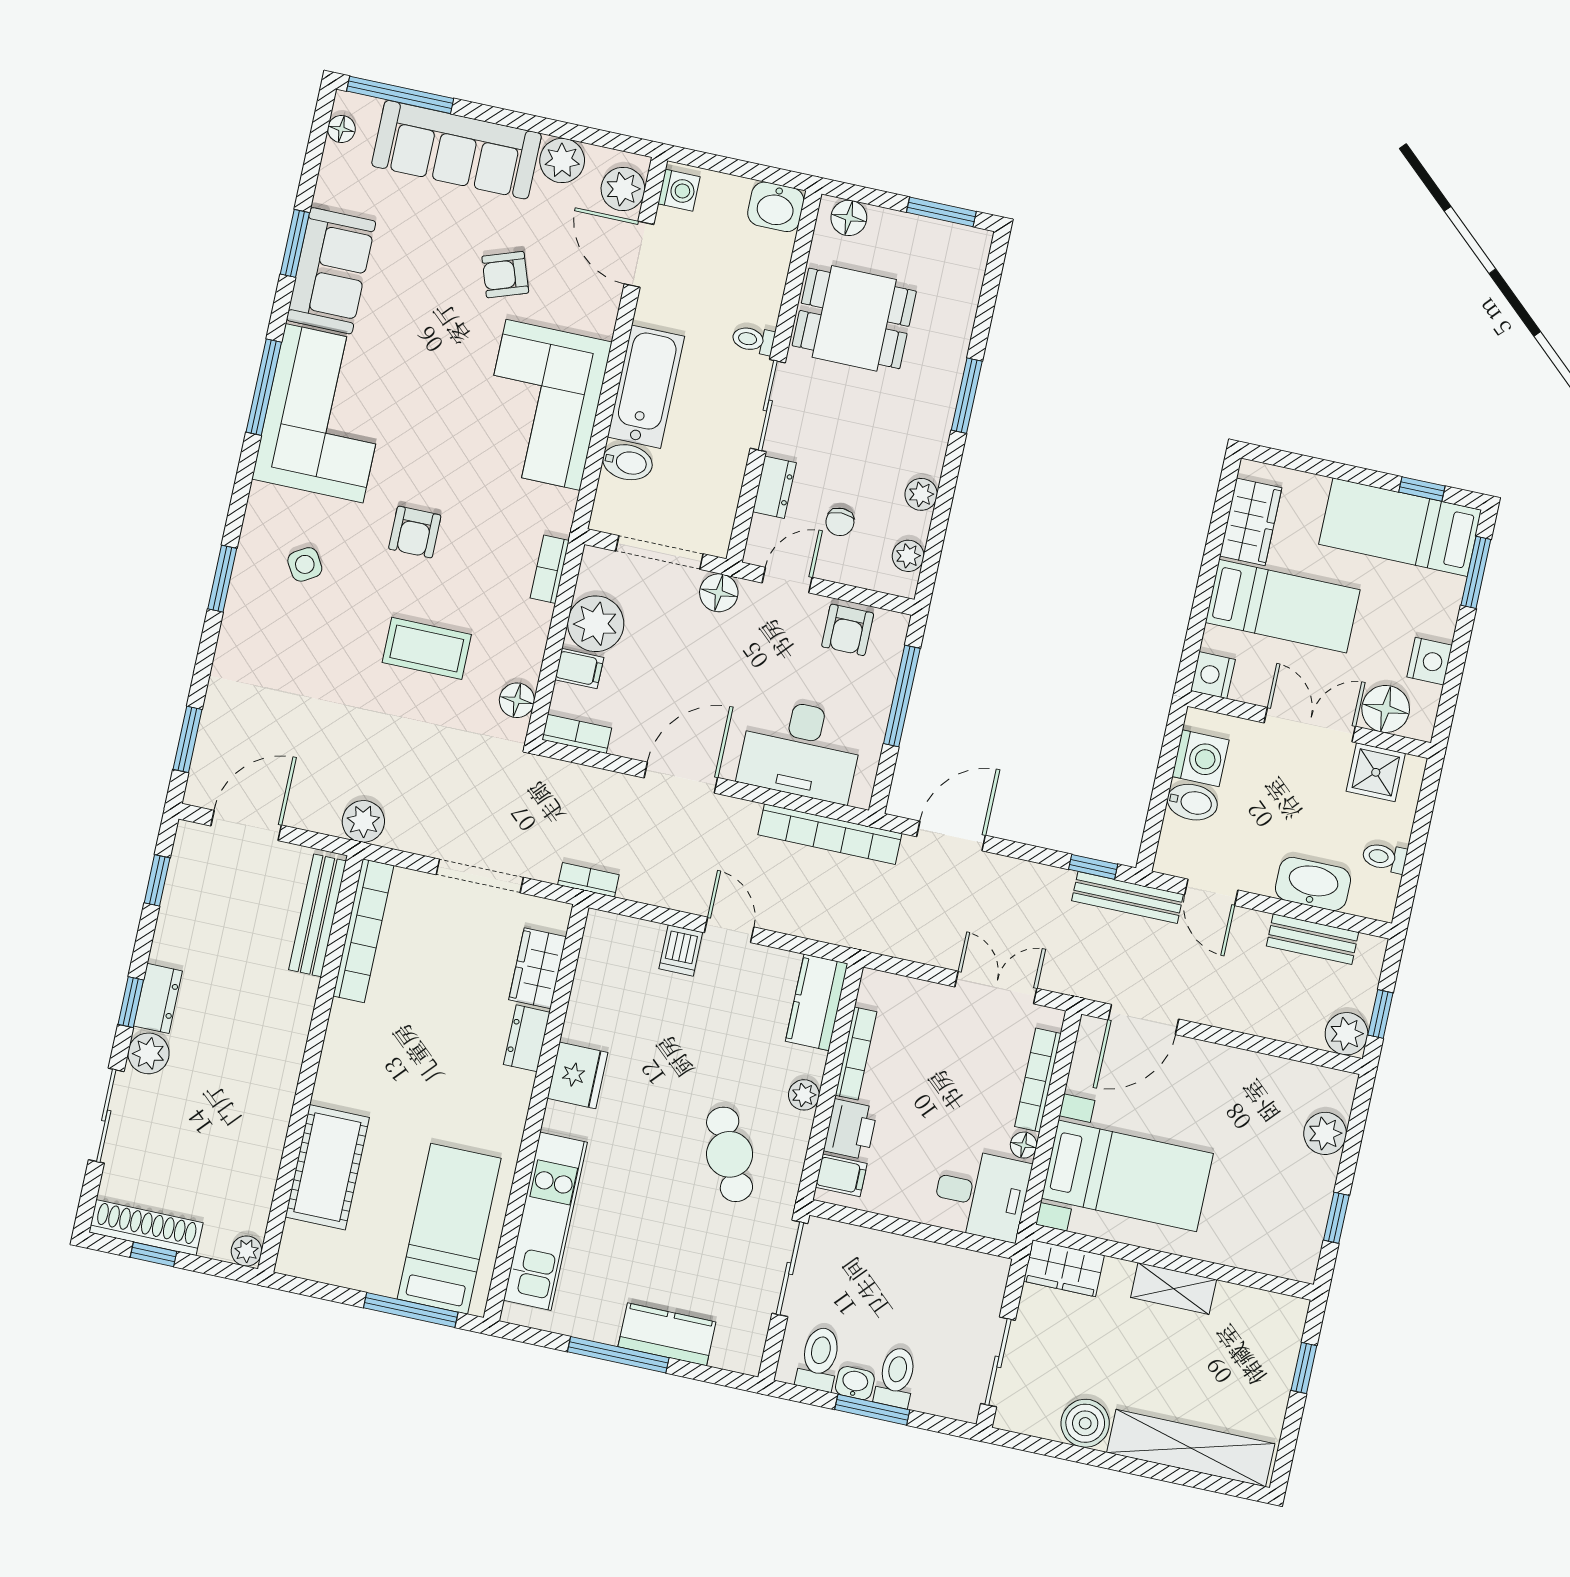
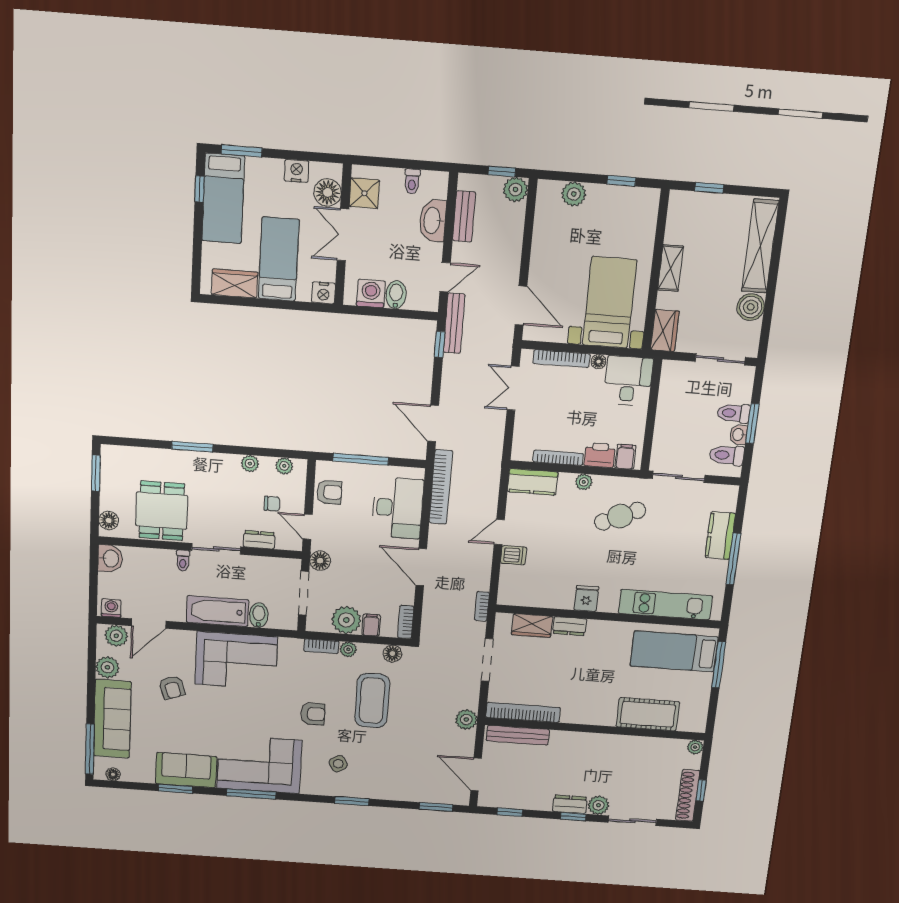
plant: (537, 619) -> (348, 649), added
coffee table: (427, 648) -> (372, 701), width x1.36, depth x1.32
fridge: (578, 1075) -> (586, 598), width x0.72

